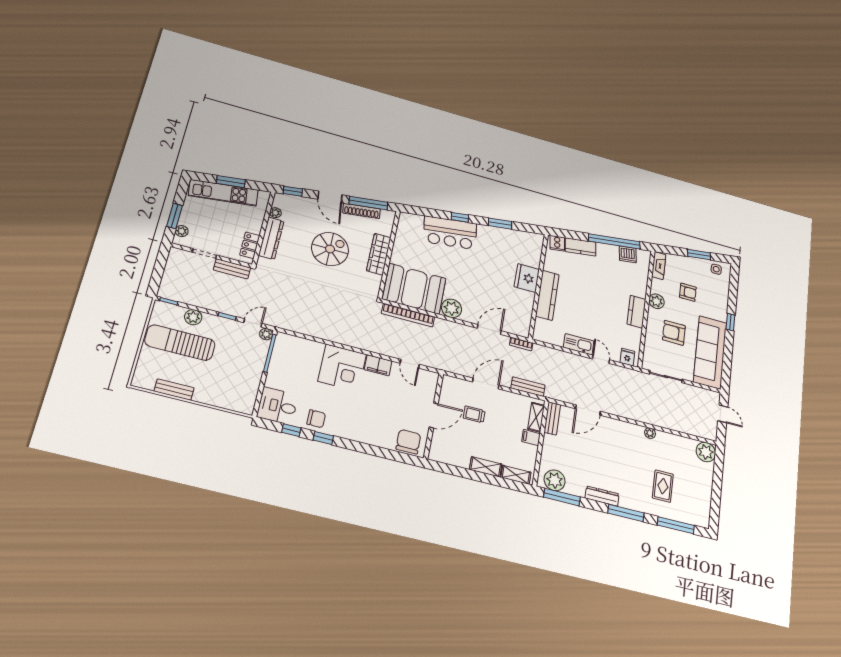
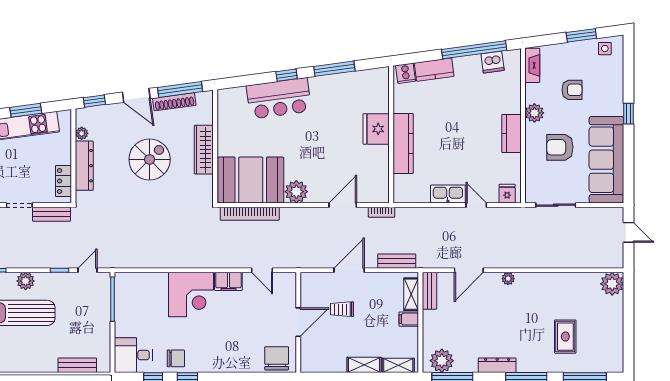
window: (500, 224) -> (334, 69), width x1.44
plant: (266, 334) -> (104, 279), removed
bench: (174, 390) -> (77, 365), moved
plant: (650, 433) -> (508, 279), moved

